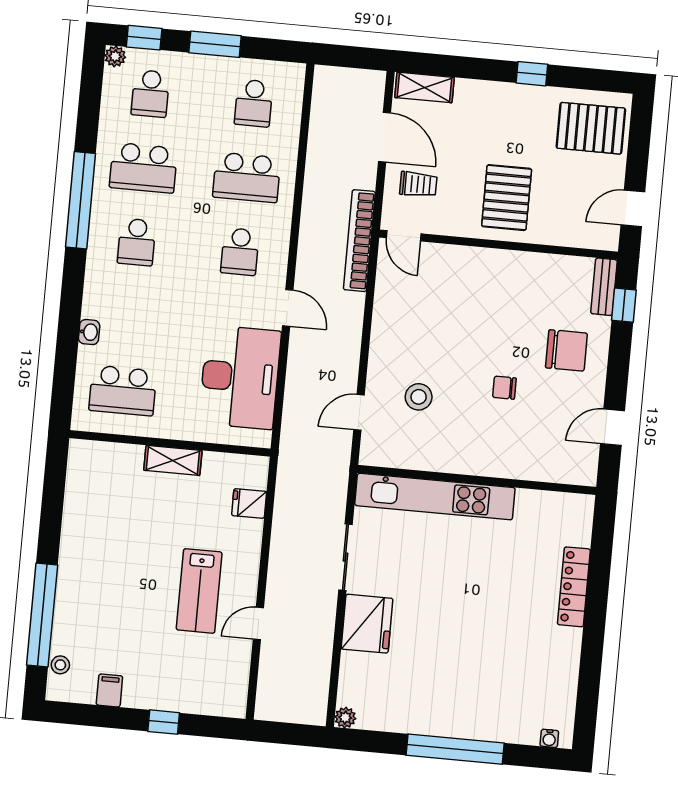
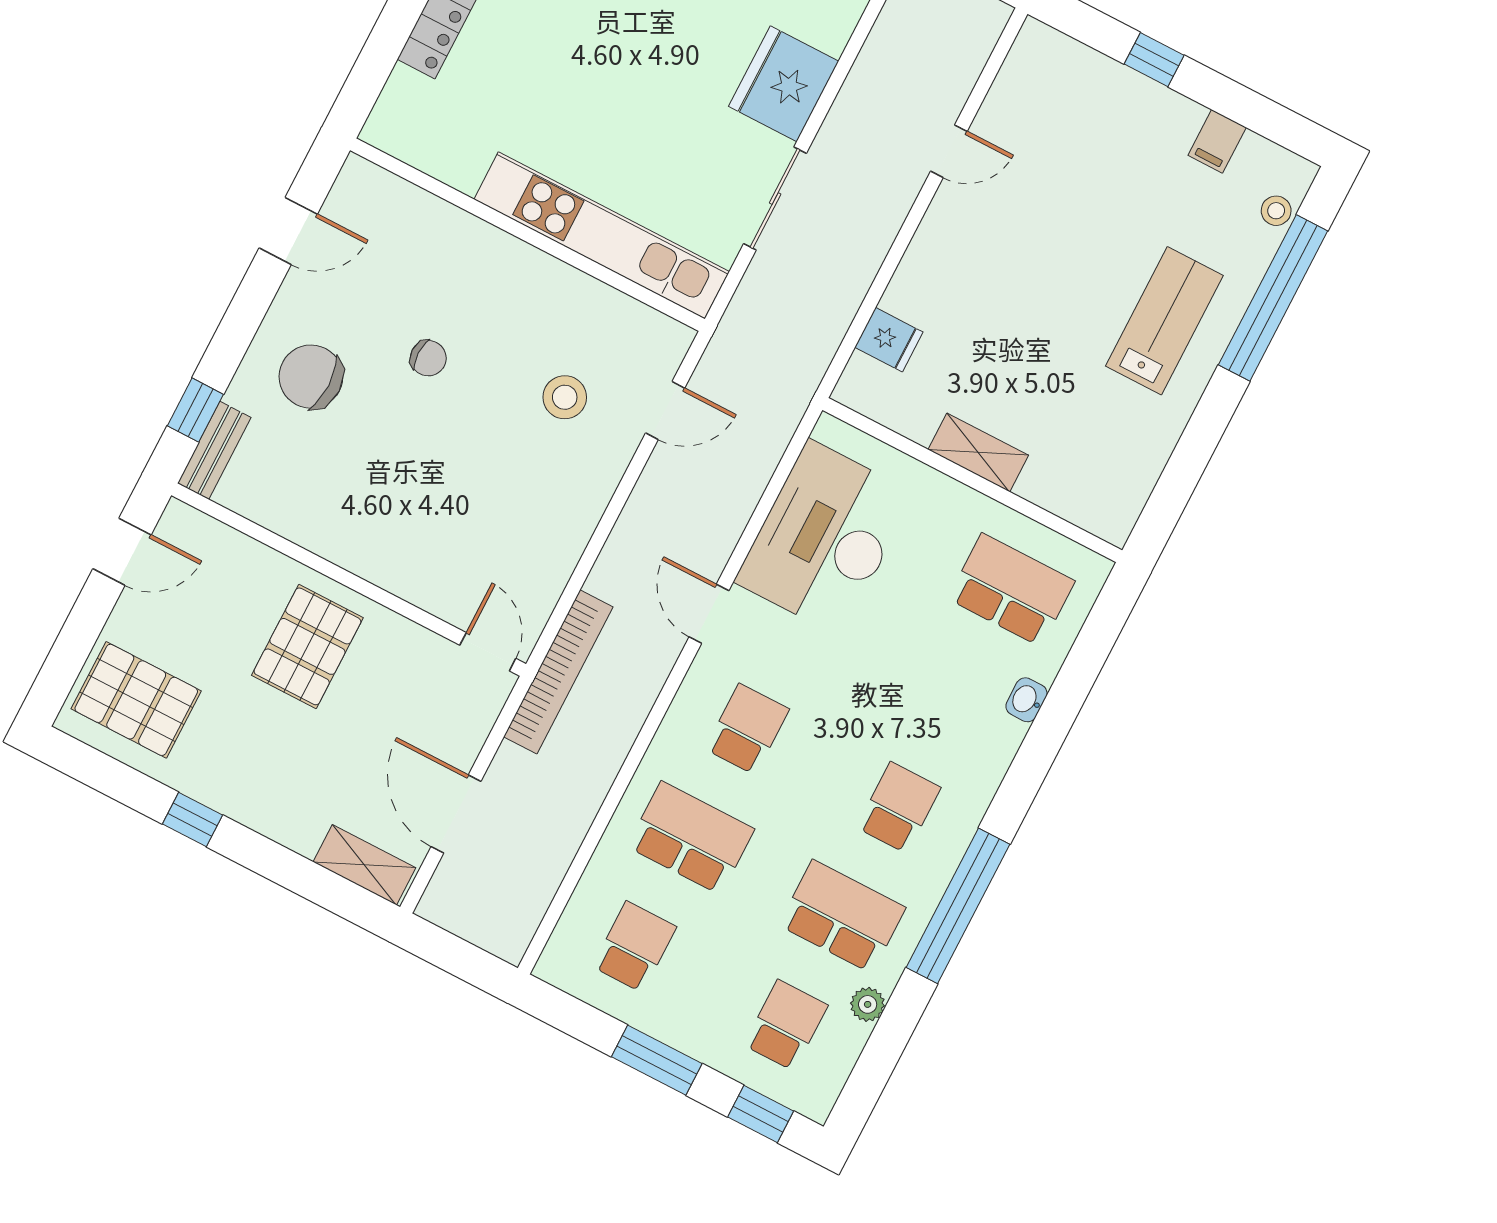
plant: (115, 56) -> (868, 1004), moved
trolley: (418, 184) -> (434, 721), removed
lab bench: (199, 591) -> (1164, 321), moved

